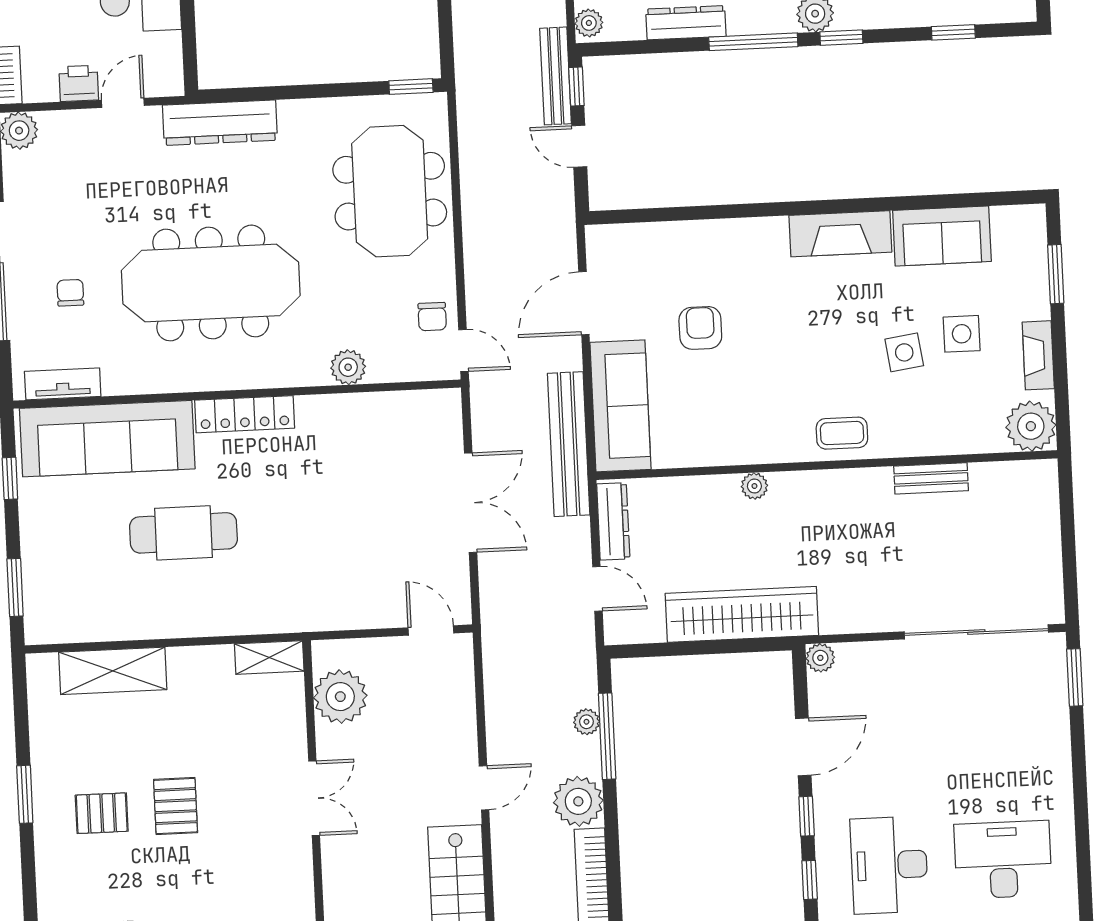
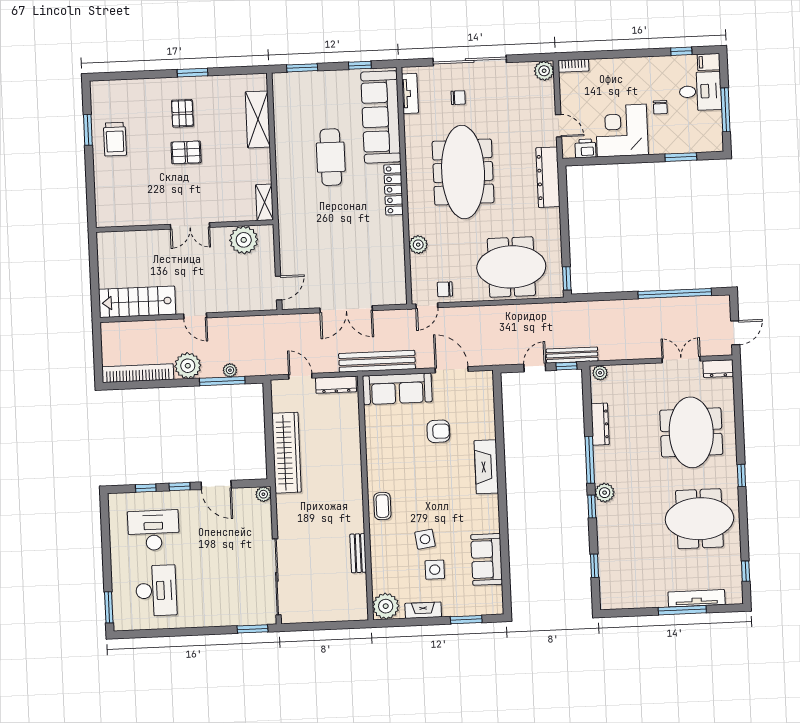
printer: (79, 83) -> (585, 148), moved, turned -90
fireplace: (840, 234) -> (486, 467), moved
plant: (754, 486) -> (354, 460), removed
door: (597, 589) -> (300, 376), swing flipped

